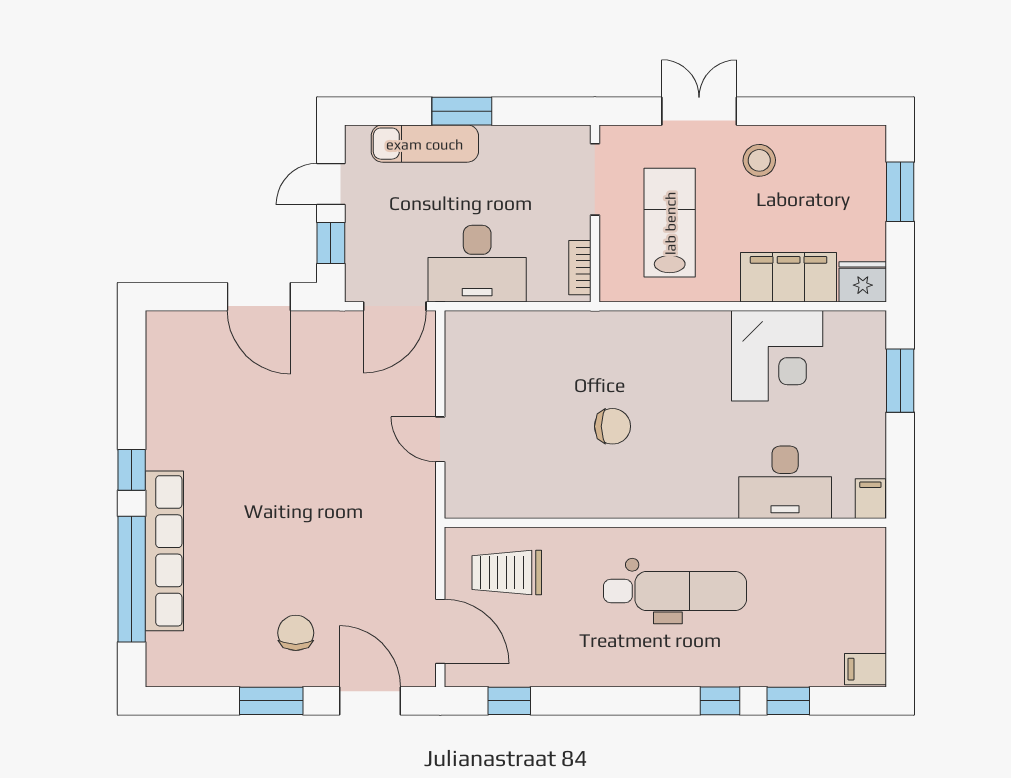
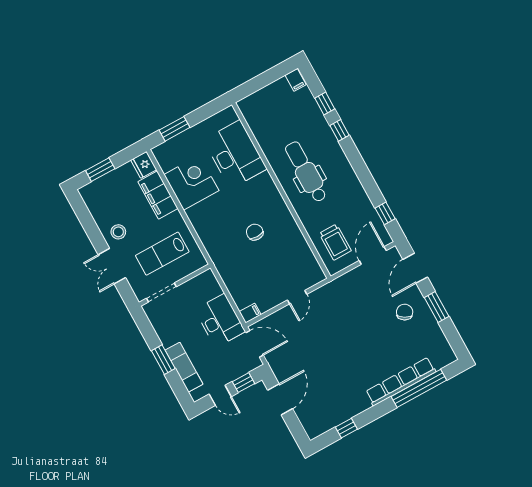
bookcase: (580, 268) -> (199, 279), removed
window: (132, 470) -> (346, 428), moved
desk: (785, 482) -> (235, 154), width x1.36, depth x1.30
filing cabinet: (870, 499) -> (250, 313), moved, turned 180
chair: (296, 633) -> (405, 312), turned 121

